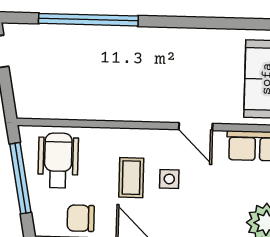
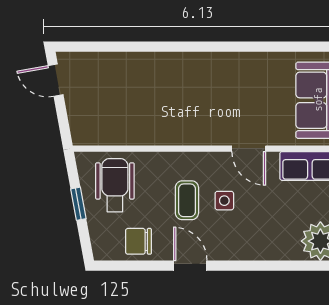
window: (88, 20) -> (141, 47), removed
window: (20, 178) -> (78, 204), width x0.46

